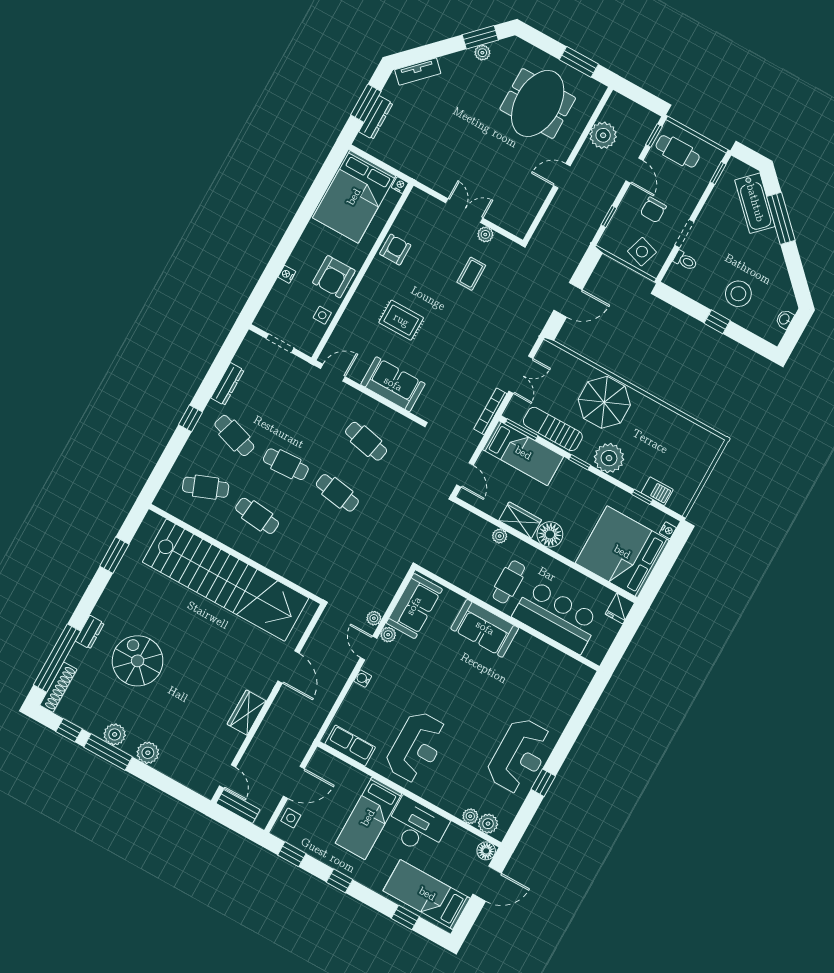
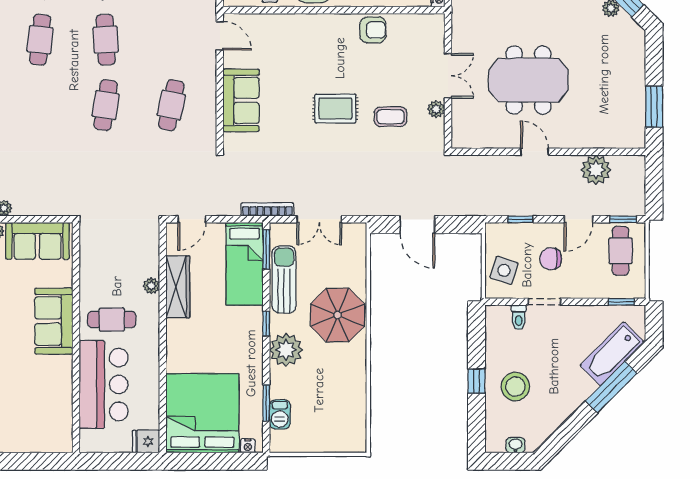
meeting table: (538, 104) -> (528, 80), moved
rug: (401, 320) -> (335, 108), moved, turned 90
window: (642, 497) -> (266, 403), width x1.50
wardrobe: (520, 520) -> (178, 287), width x1.50
floor lamp: (550, 534) -> (180, 334), removed

